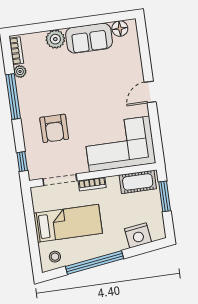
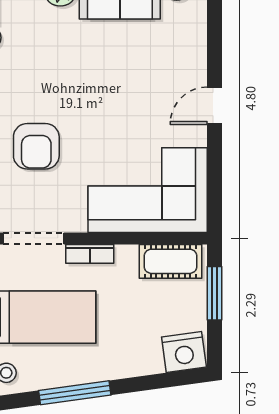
nightstand: (138, 235) -> (184, 352), moved
window: (95, 262) -> (75, 393), width x0.68

